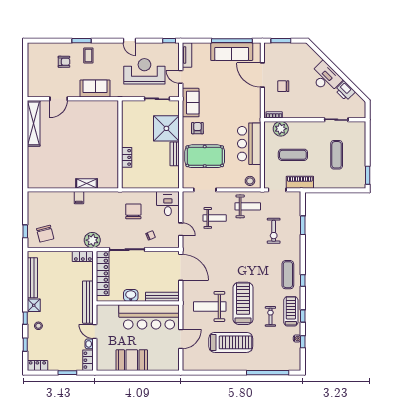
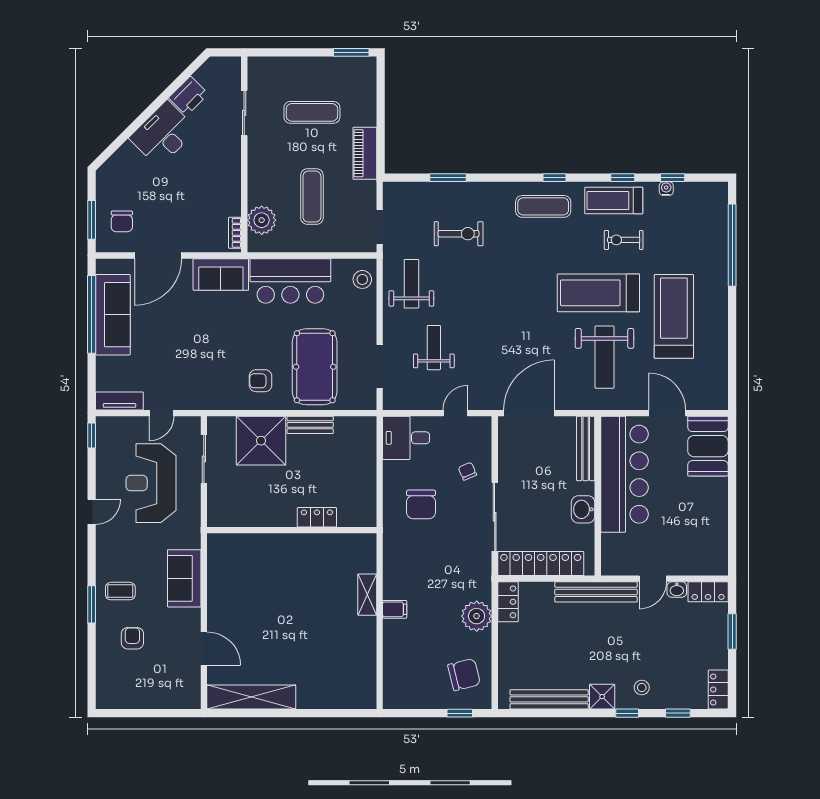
chair: (283, 86) -> (122, 221), moved
sofa: (191, 103) -> (221, 274), moved, turned 180
piano: (300, 182) -> (365, 153), moved
chair: (133, 211) -> (421, 504), turned -90
plant: (92, 240) -> (477, 616), moved
booth: (132, 360) -> (708, 446), moved

